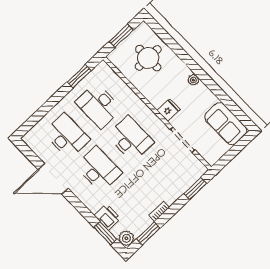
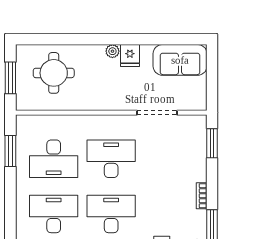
fridge: (169, 110) -> (130, 56), moved, turned 180

